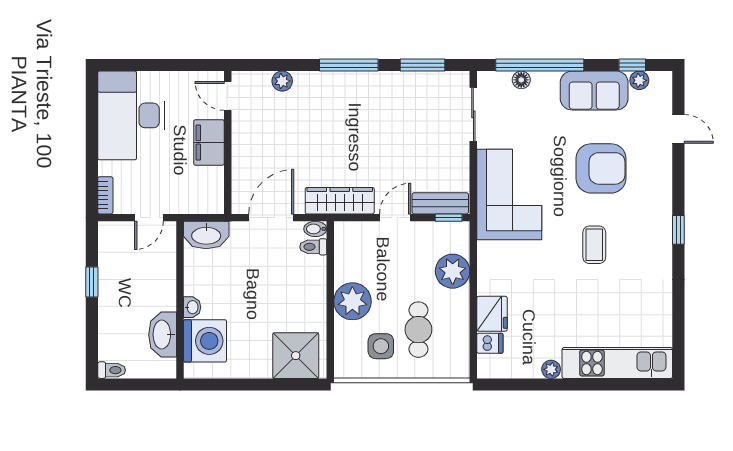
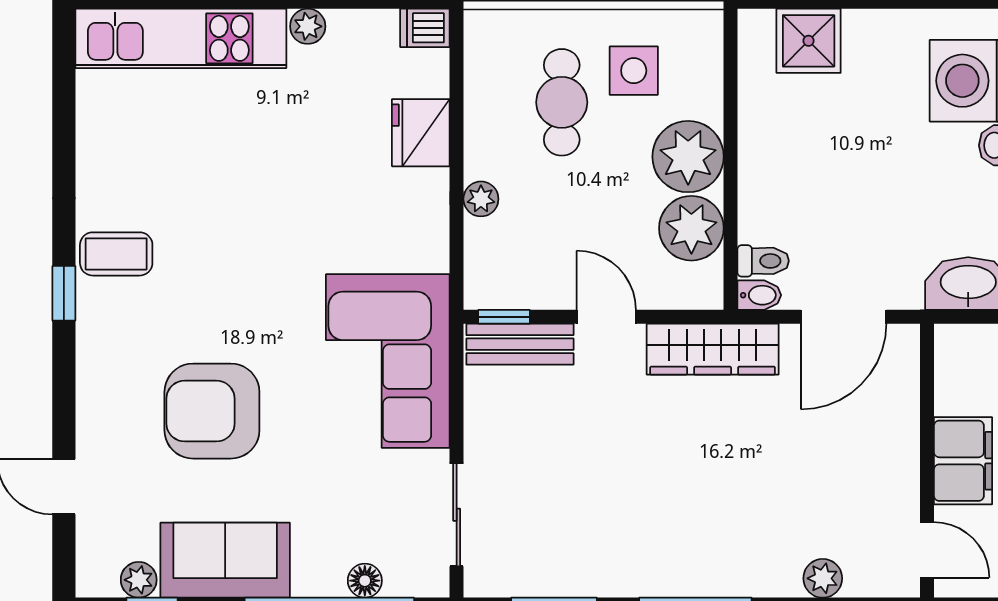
door: (395, 218) -> (606, 317), swing flipped
coffee table: (594, 245) -> (116, 254), moved, turned 90
plant: (351, 264) -> (691, 228), added
plant: (453, 271) -> (481, 199), width x0.53, depth x0.53
dishwasher: (490, 343) -> (425, 28), moved
shower: (296, 356) -> (809, 41), width x0.73, depth x0.73

